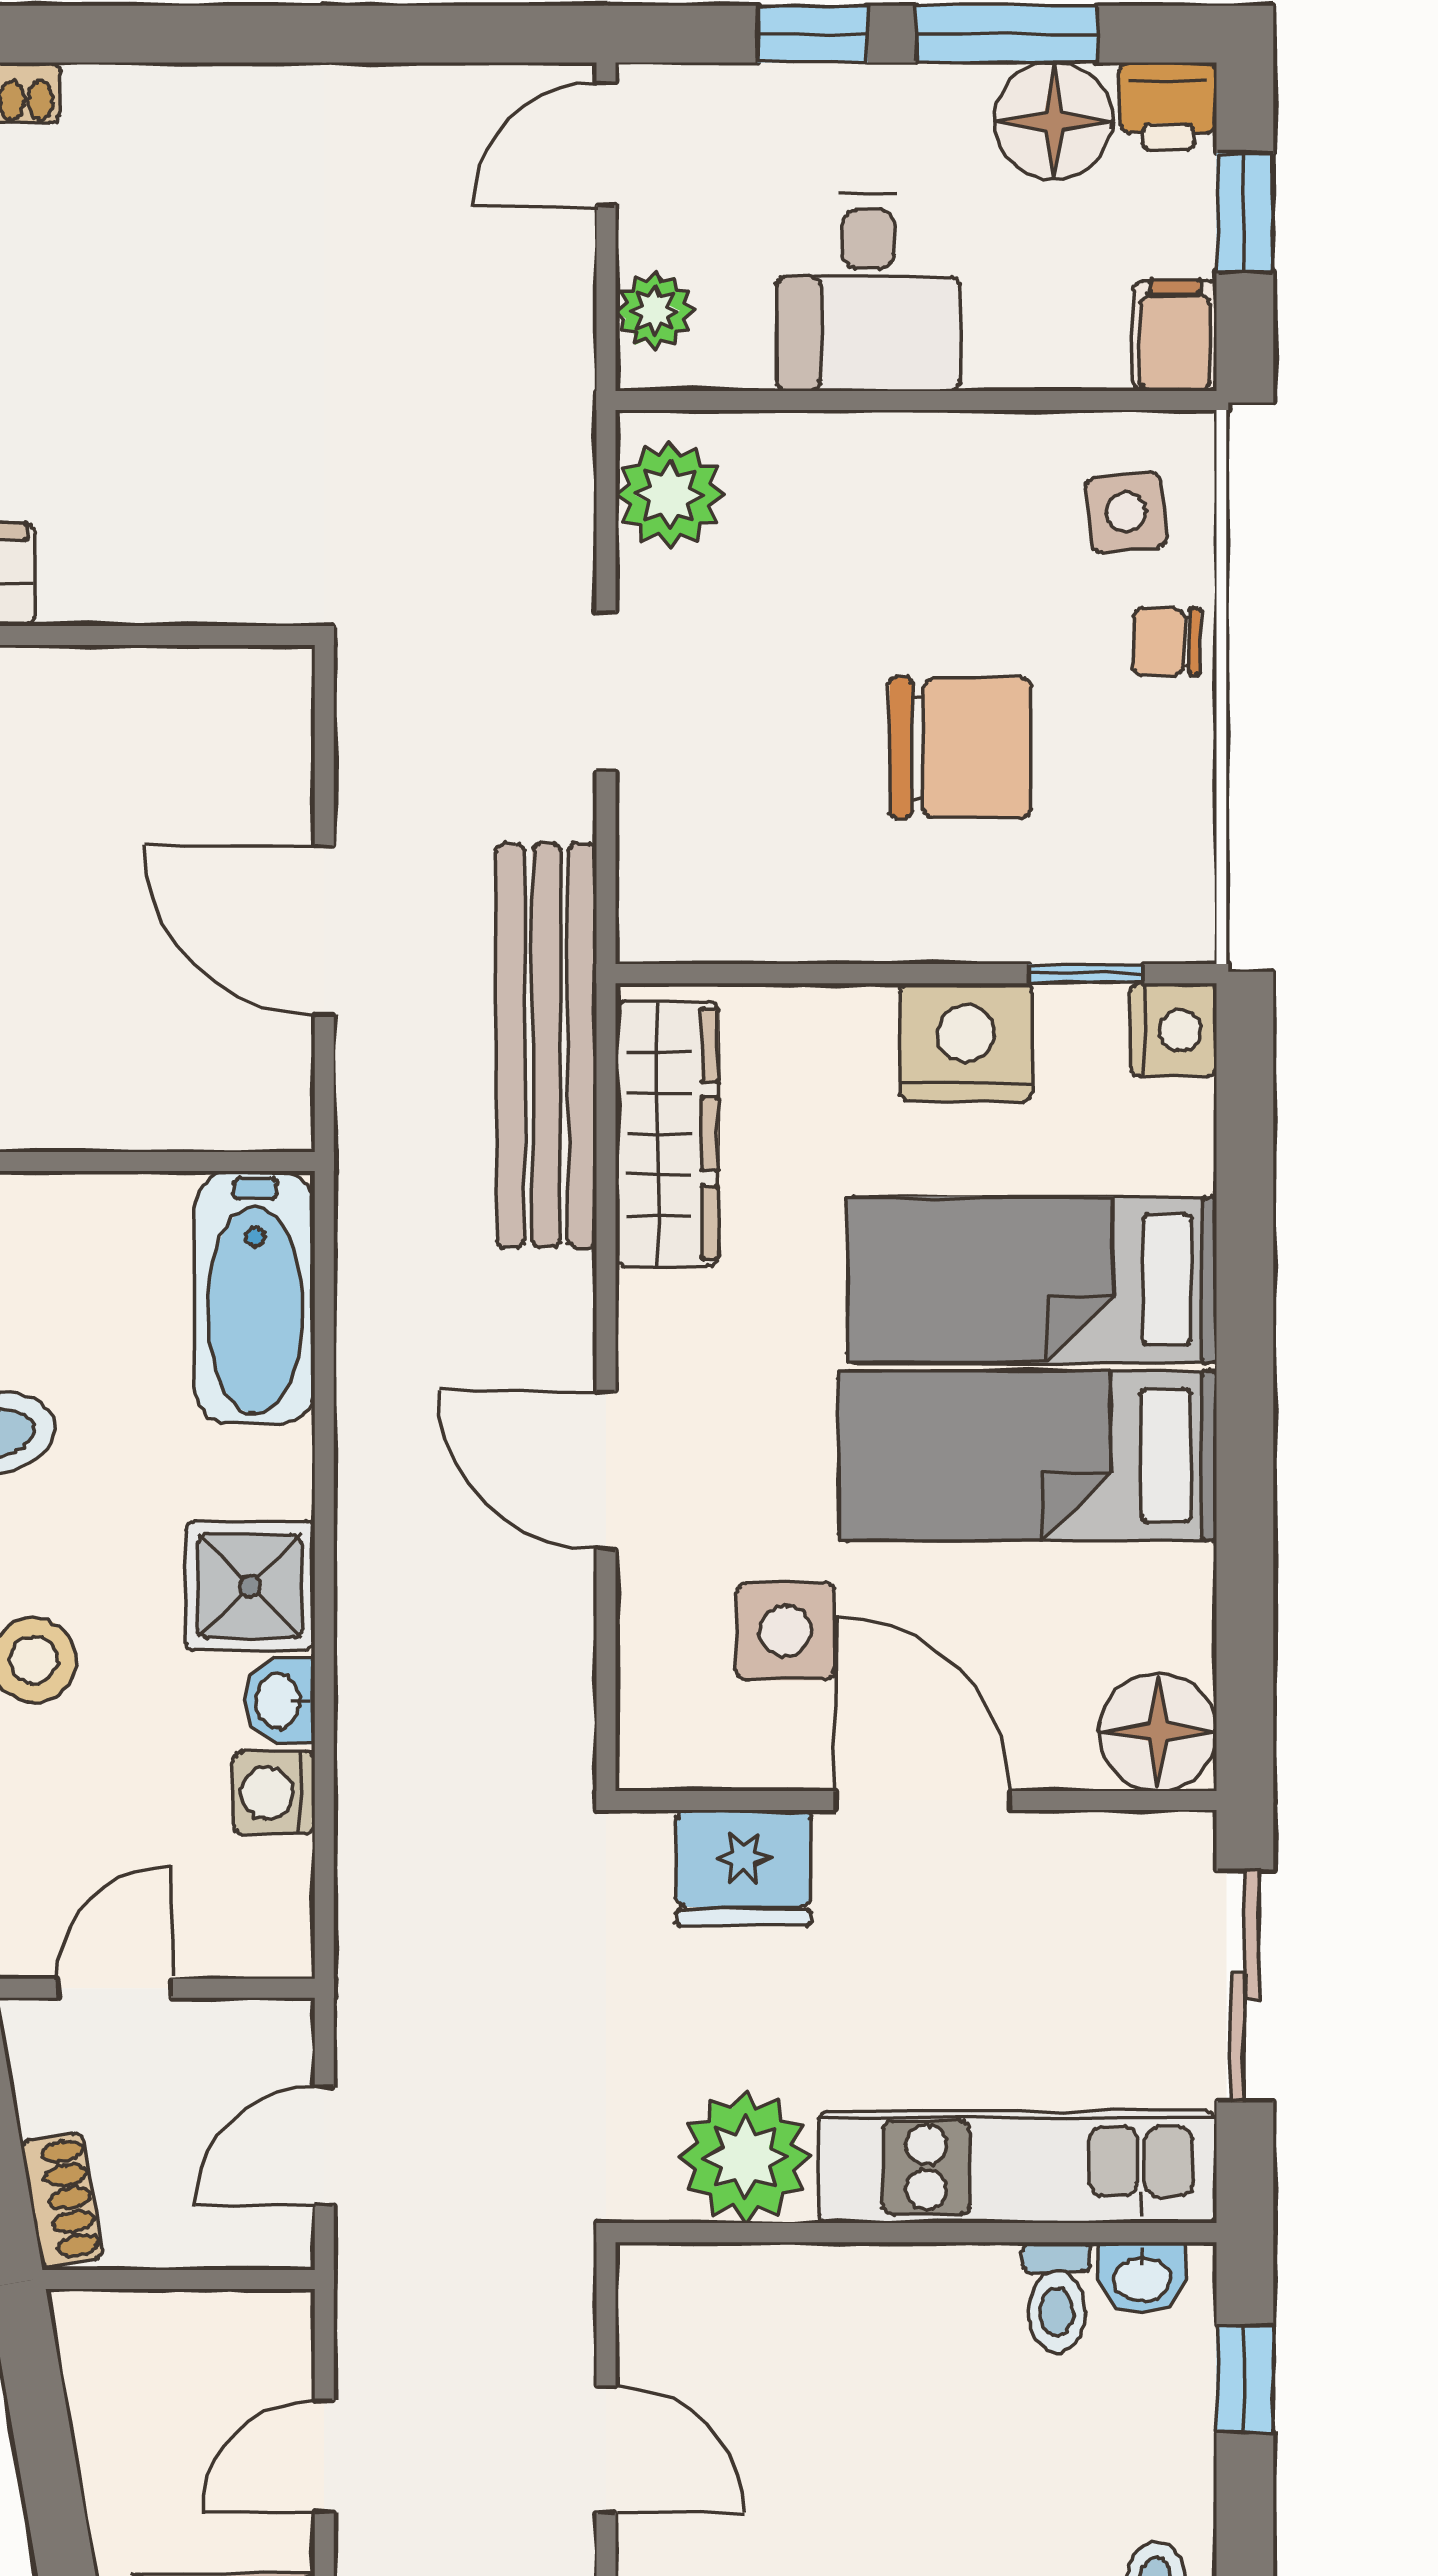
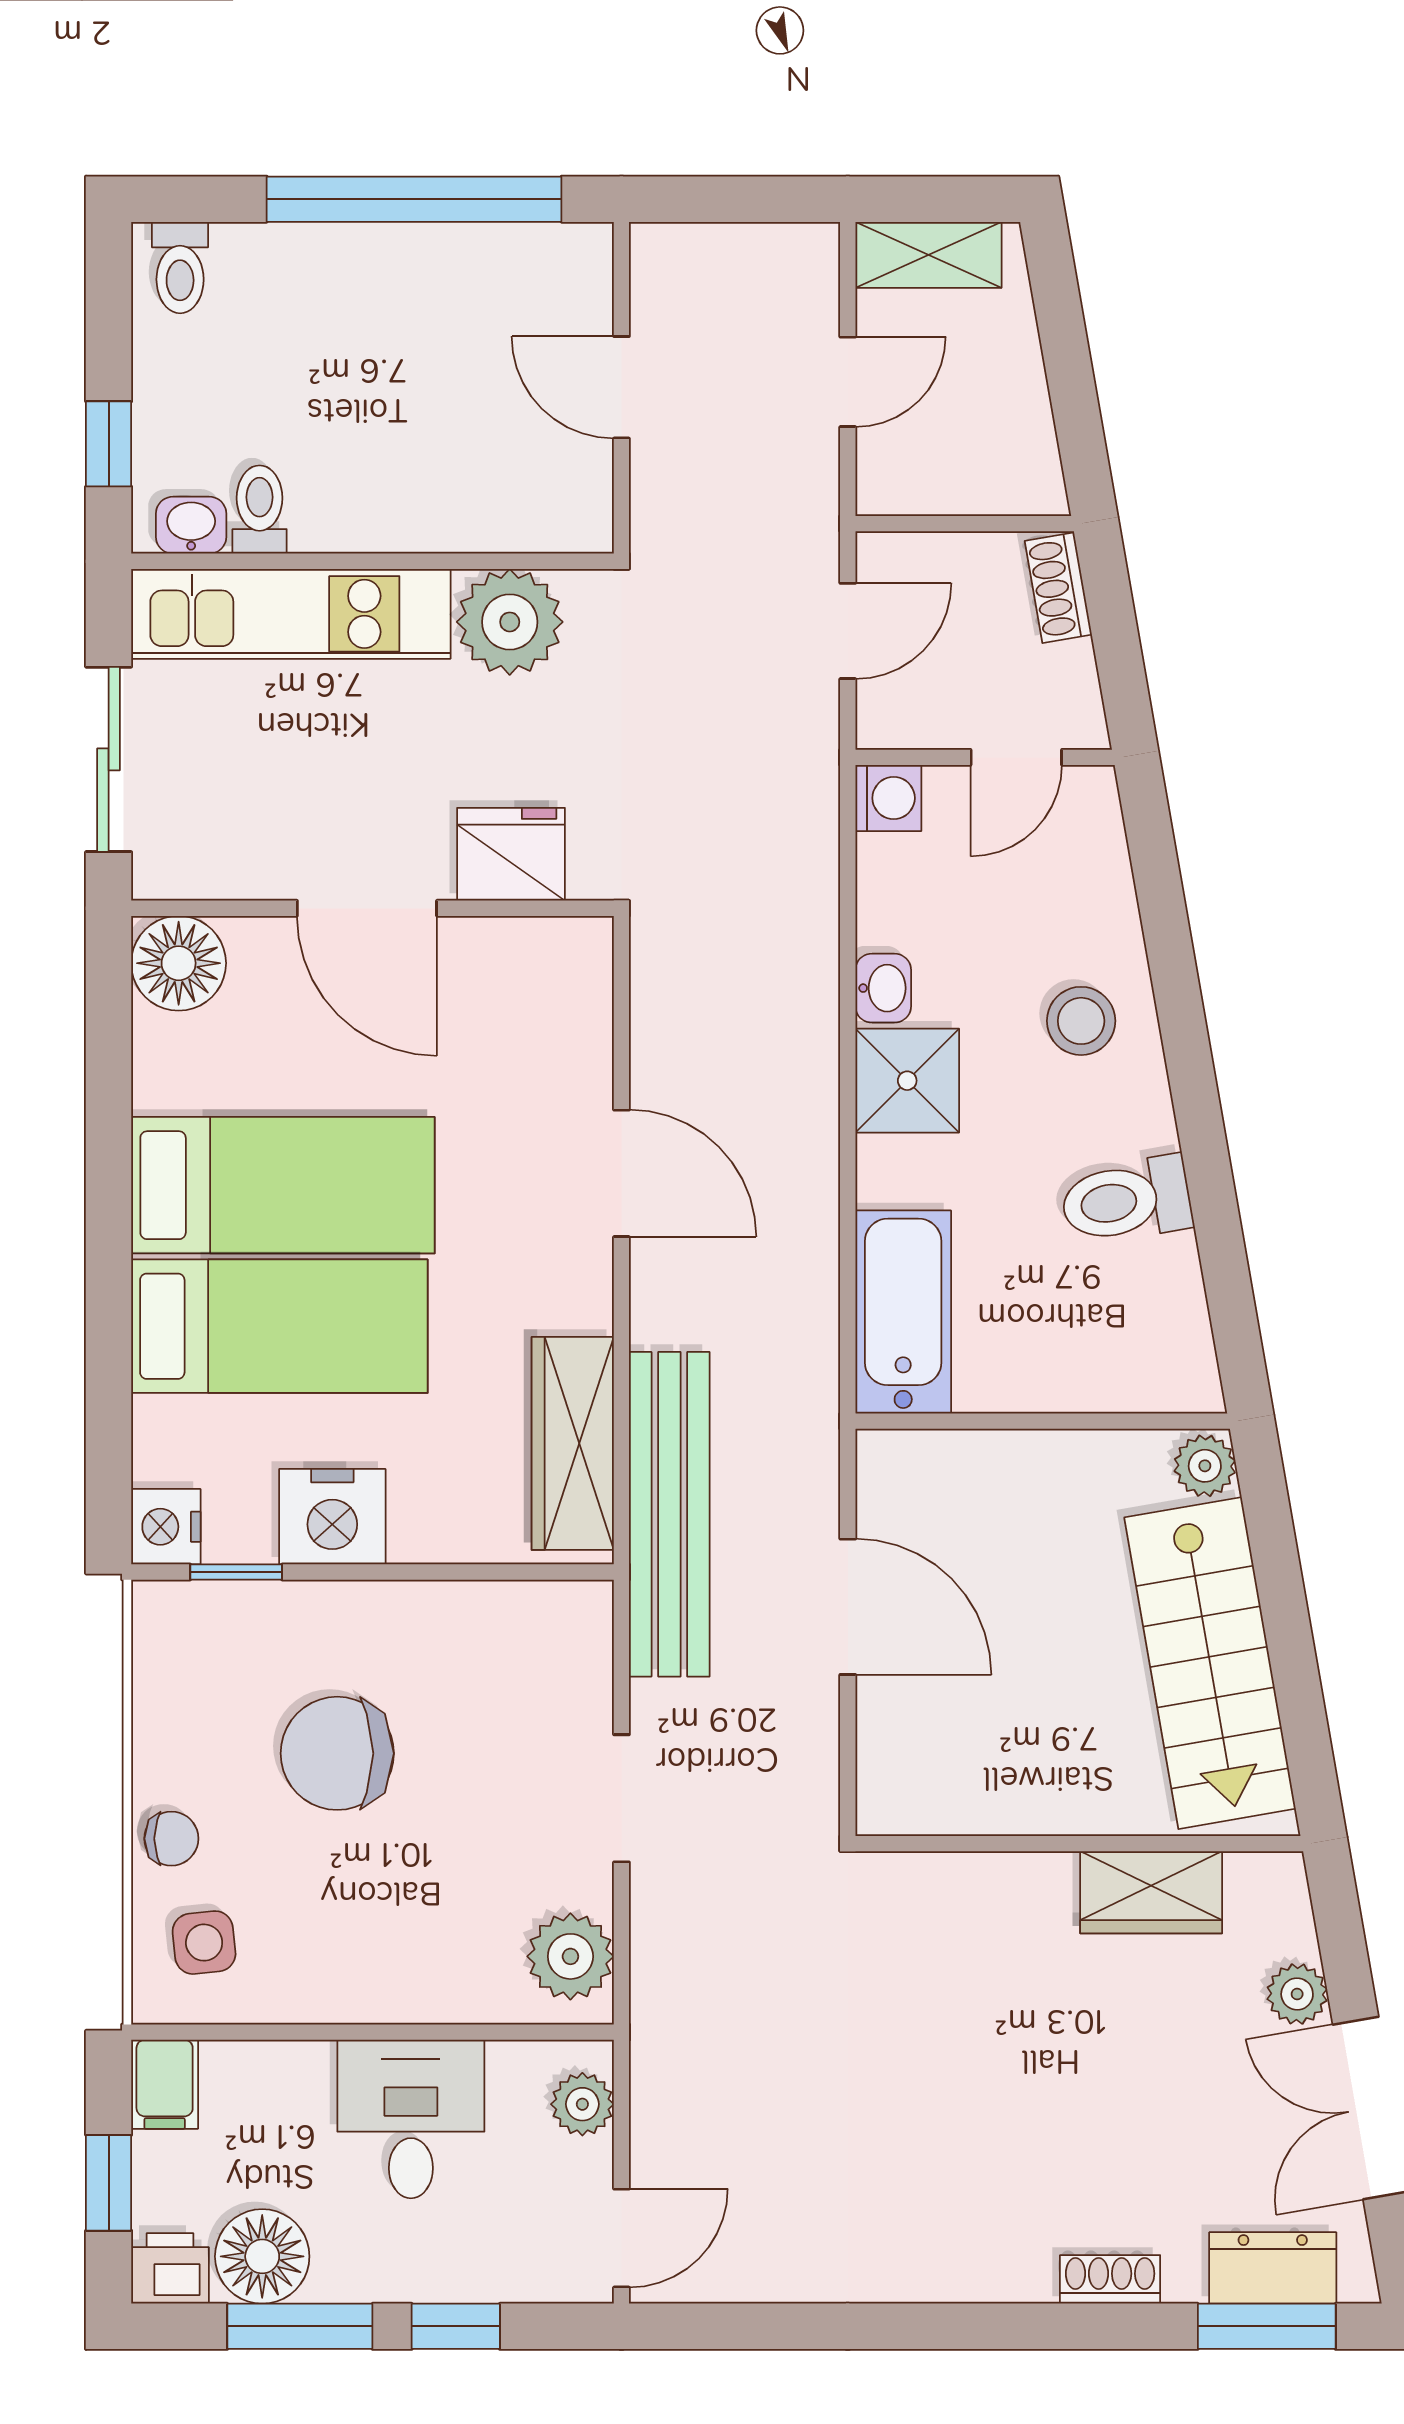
side table: (785, 1631) -> (478, 1044), removed
washing machine: (274, 1793) -> (888, 798), moved

